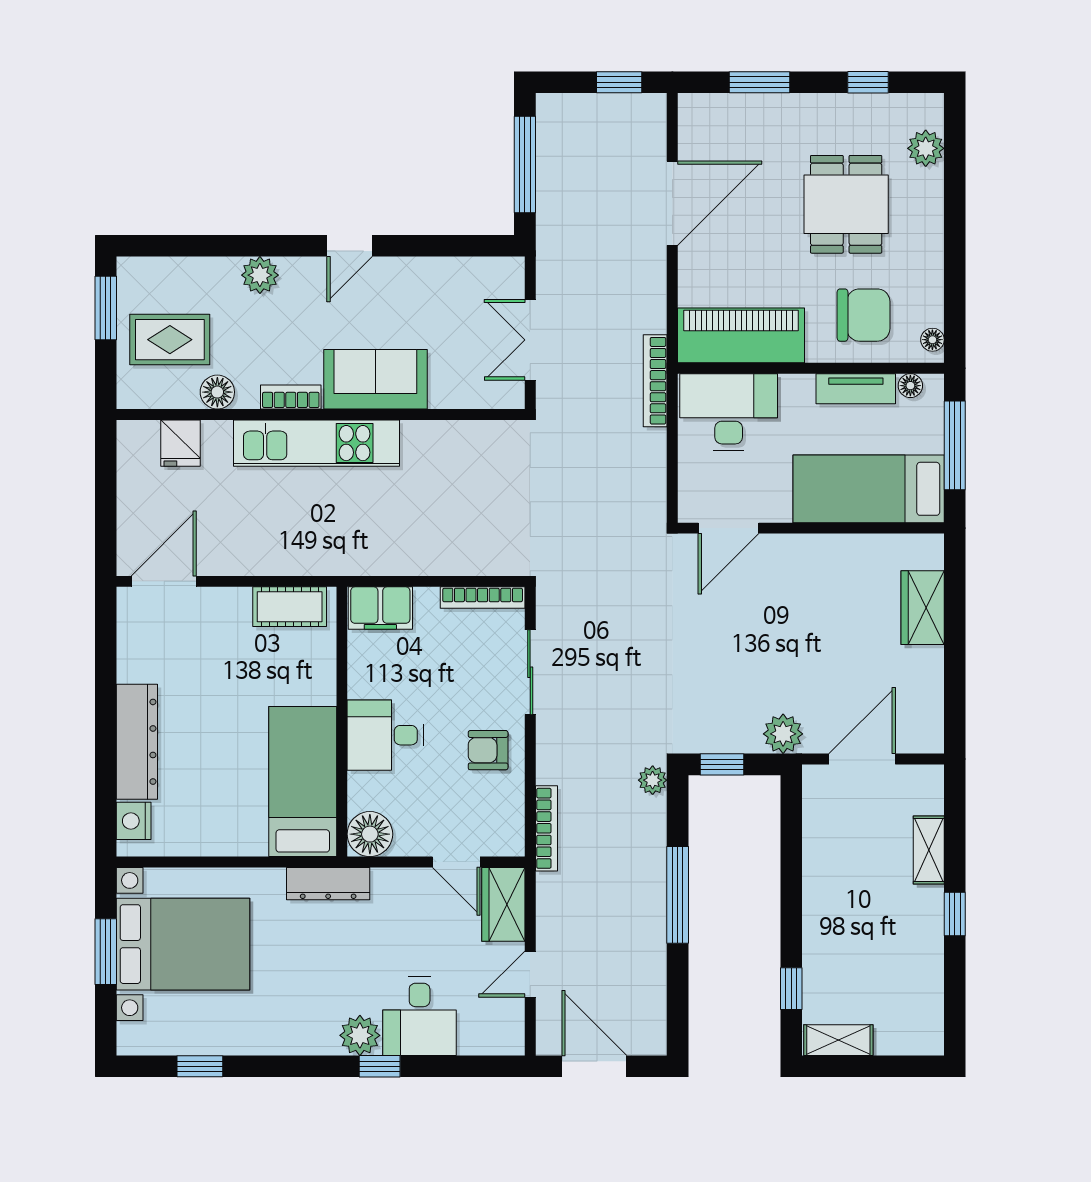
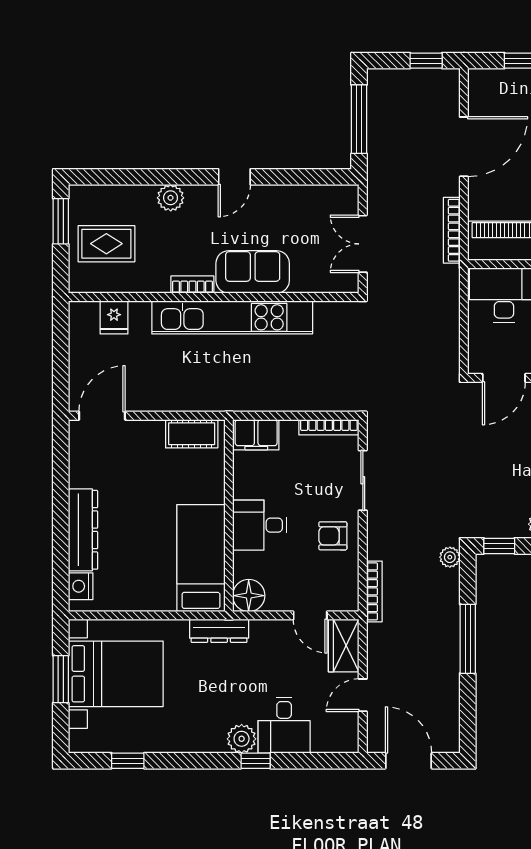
bookcase: (655, 381) -> (452, 230), moved
floor lamp: (217, 392) -> (140, 281), removed
kitchen unit: (316, 443) -> (232, 317), width x1.36

